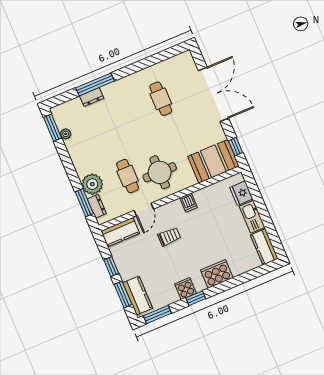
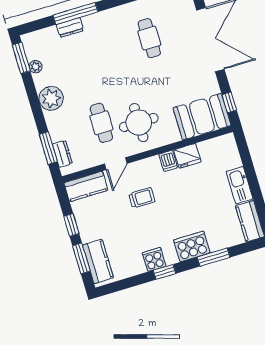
plant: (92, 184) -> (51, 98), moved
fridge: (241, 193) -> (187, 156), moved, turned -90
window: (157, 314) -> (214, 257), moved

